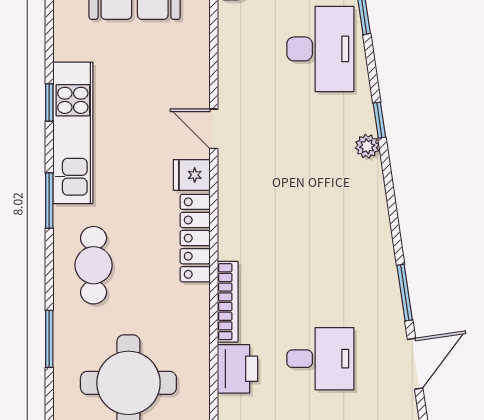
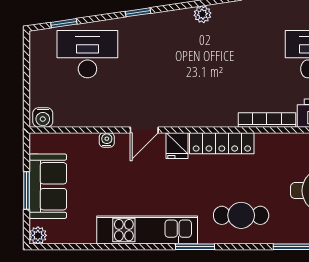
water cooler: (200, 76) -> (107, 140), added
window: (49, 102) -> (125, 247), removed
plant: (367, 146) -> (202, 14), moved

